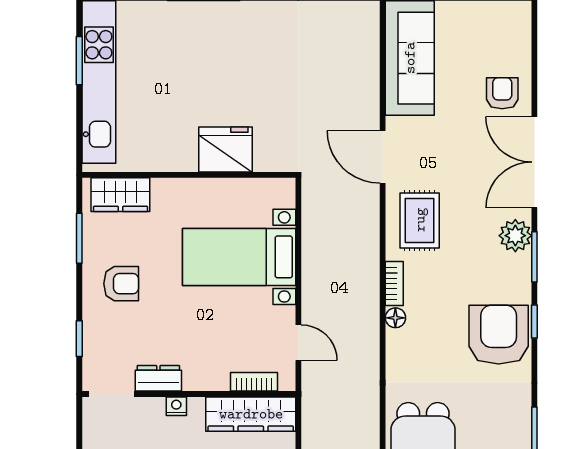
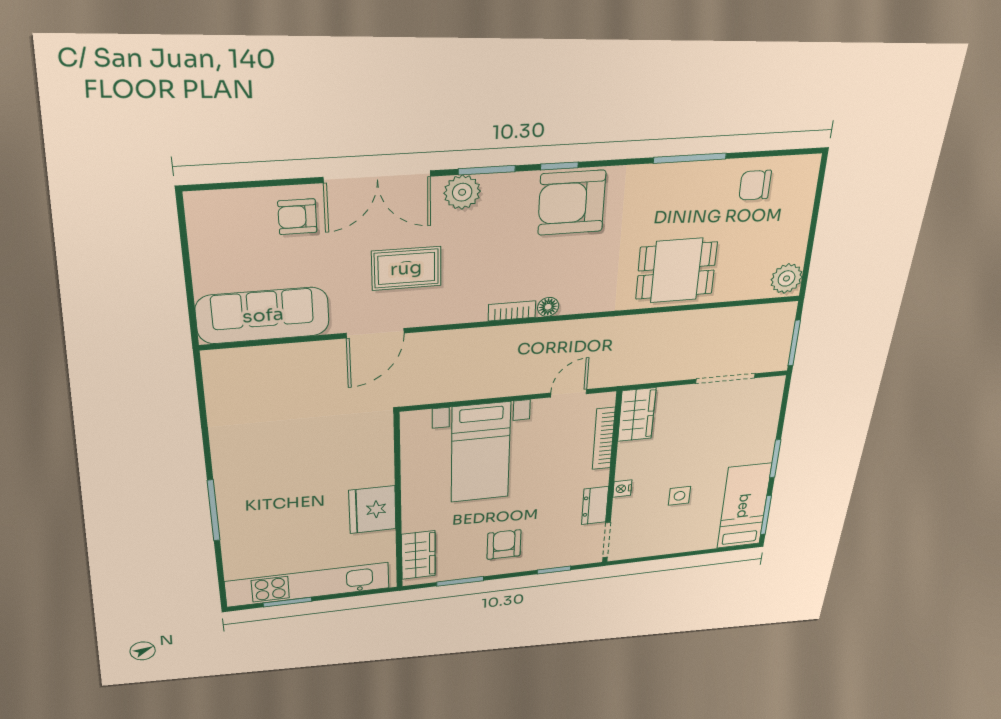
fridge: (226, 149) -> (372, 510), moved
rug: (420, 220) -> (406, 268), moved
bookcase: (254, 382) -> (604, 439), width x1.56
wardrobe: (251, 414) -> (637, 415), width x0.67

